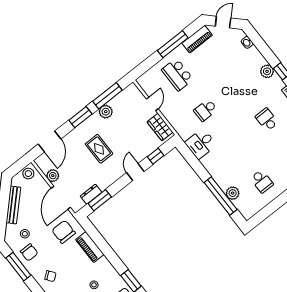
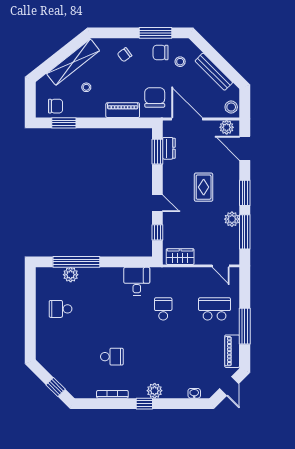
door: (152, 104) -> (221, 266), moved
rug: (99, 149) -> (204, 187), turned 90
plant: (53, 176) -> (227, 127), moved
chair: (64, 232) -> (155, 97), turned -90

